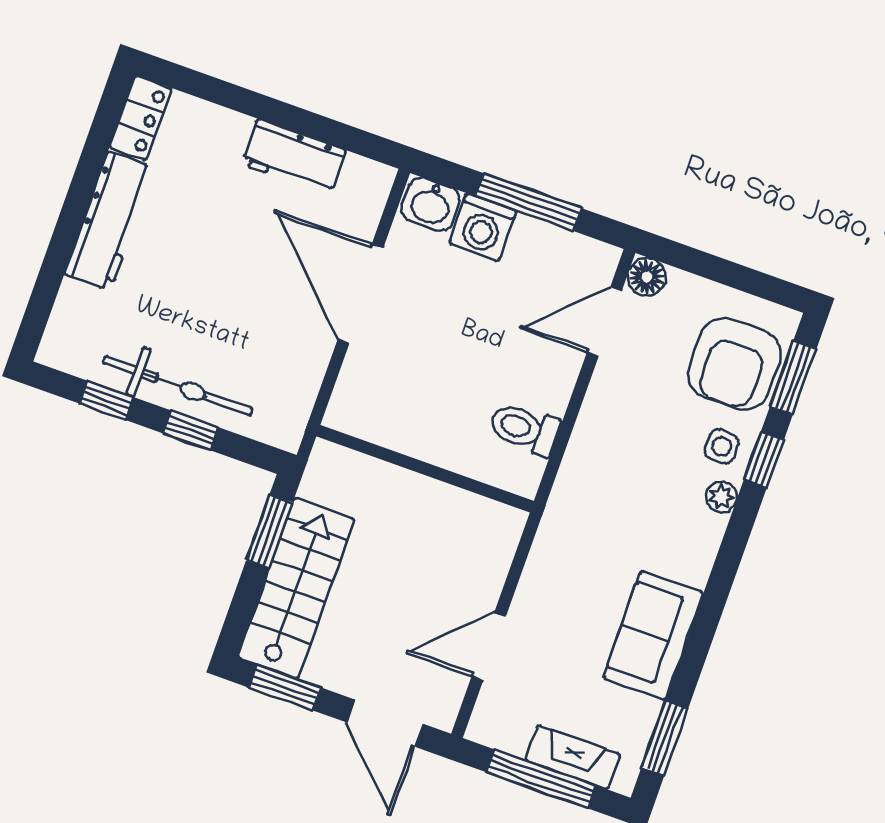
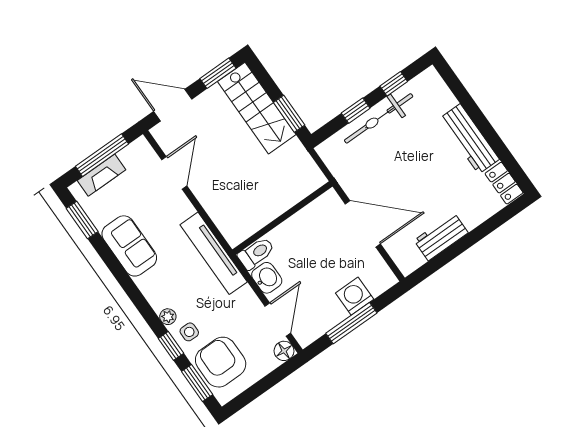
washbasin: (431, 204) -> (267, 278), moved, turned 90
wall: (425, 469) -> (282, 218), moved
tv unit: (571, 495) -> (214, 253), added

